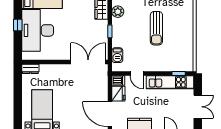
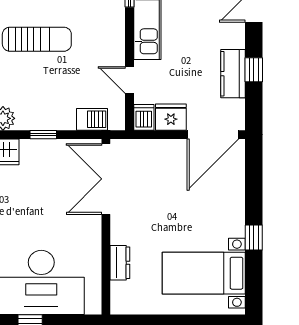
dresser: (30, 69) -> (120, 263), moved
door: (137, 73) -> (130, 80), swing flipped

